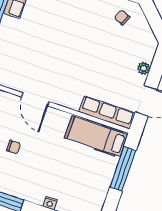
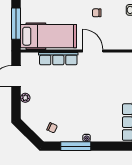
row of seats: (107, 113) -> (58, 59), moved
hospital bed: (96, 136) -> (49, 36), width x1.37, depth x1.29

